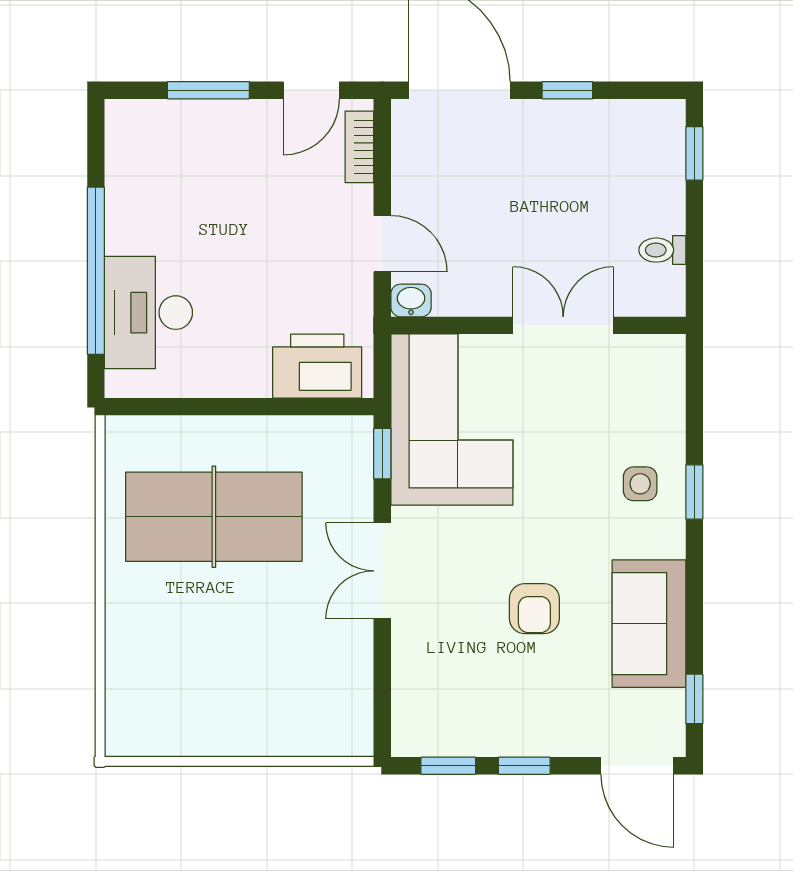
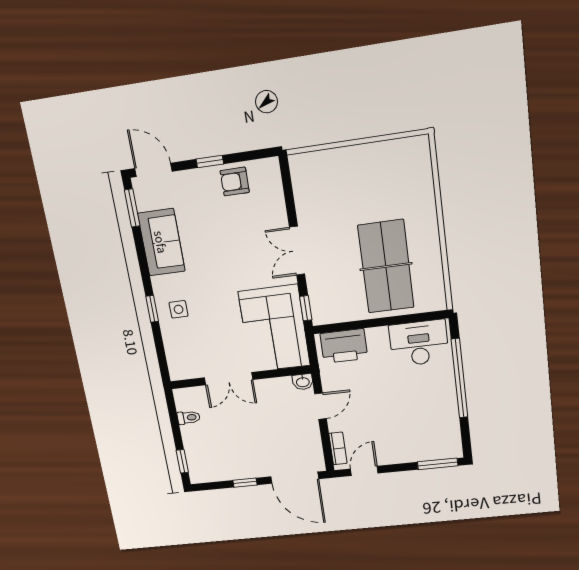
window: (208, 90) -> (438, 464), moved
door: (382, 244) -> (321, 406), swing flipped
desk: (148, 313) -> (419, 343), moved, turned -90
table tennis table: (214, 517) -> (386, 267), turned 90
double door: (382, 571) -> (297, 251), swing flipped
armchair: (534, 609) -> (235, 182), moved, turned -90
window: (694, 699) -> (132, 208), width x1.50
window: (448, 766) -> (248, 156), removed

